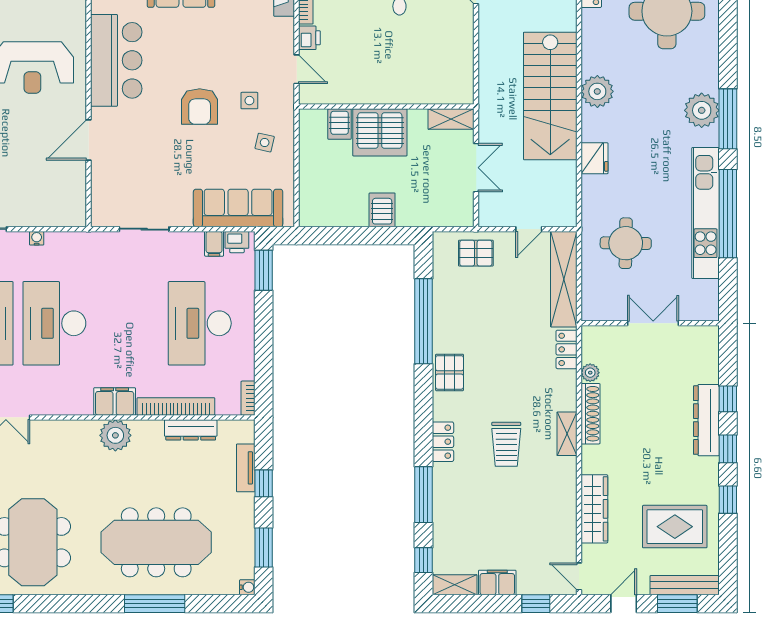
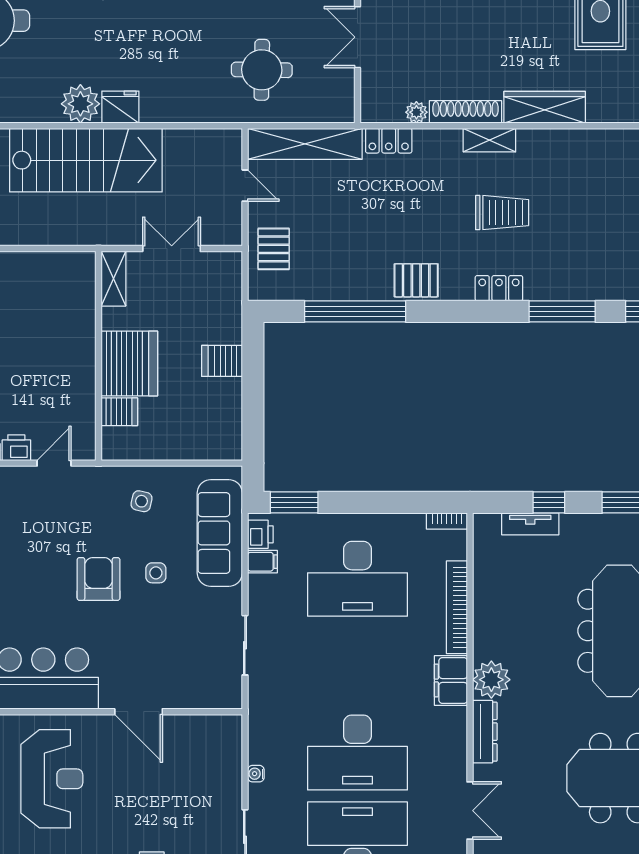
side table: (249, 101) -> (156, 573), moved
armchair: (200, 107) -> (99, 579), turned -90
fridge: (595, 158) -> (120, 107), moved
dresser: (191, 430) -> (485, 732), moved
wardrobe: (594, 509) -> (545, 107), moved

